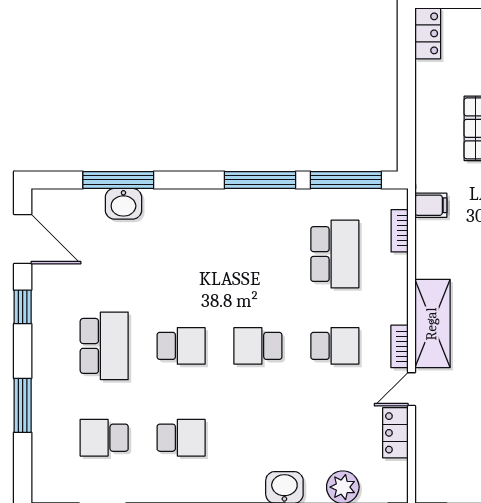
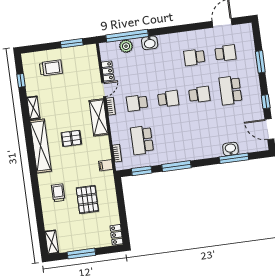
window: (346, 180) -> (142, 171), width x0.69
school desk: (181, 346) -> (199, 95), turned 180

